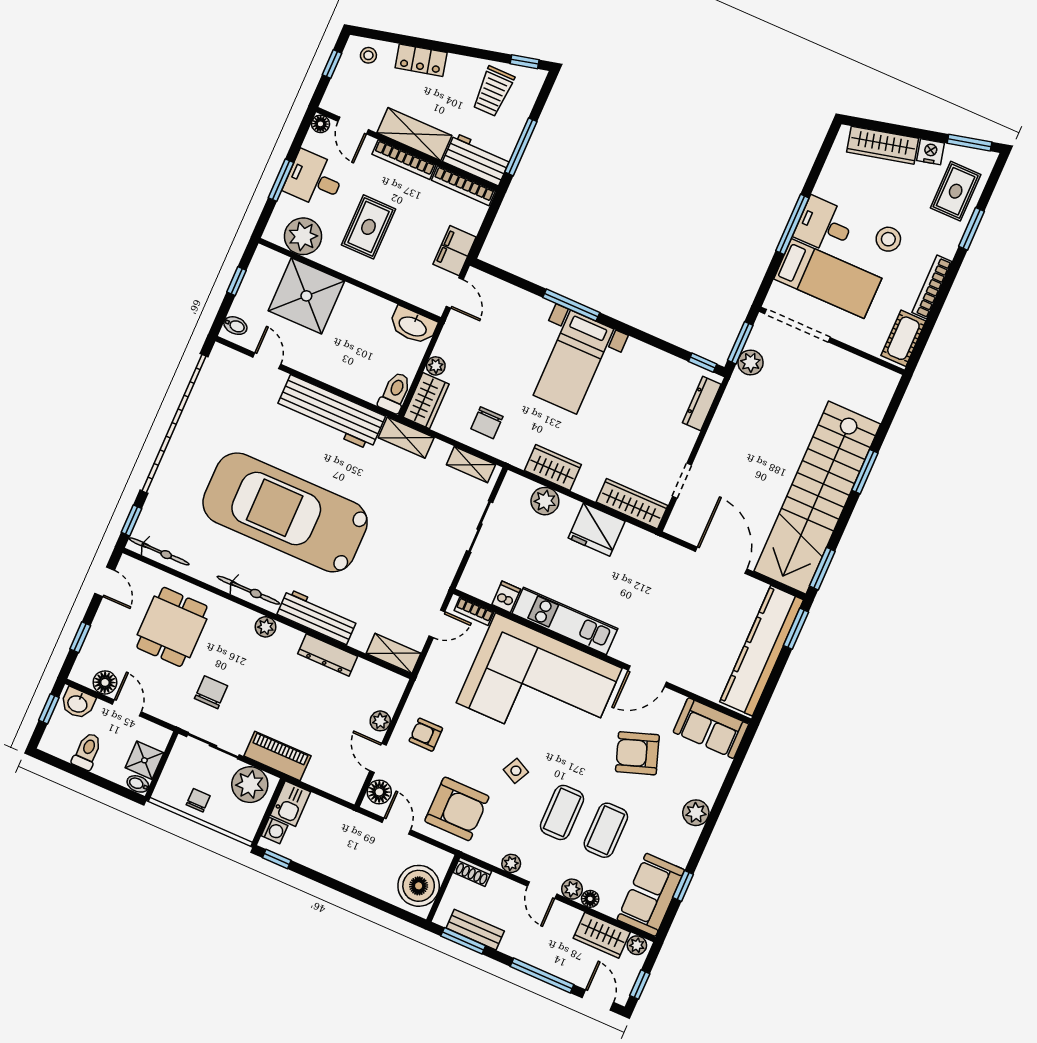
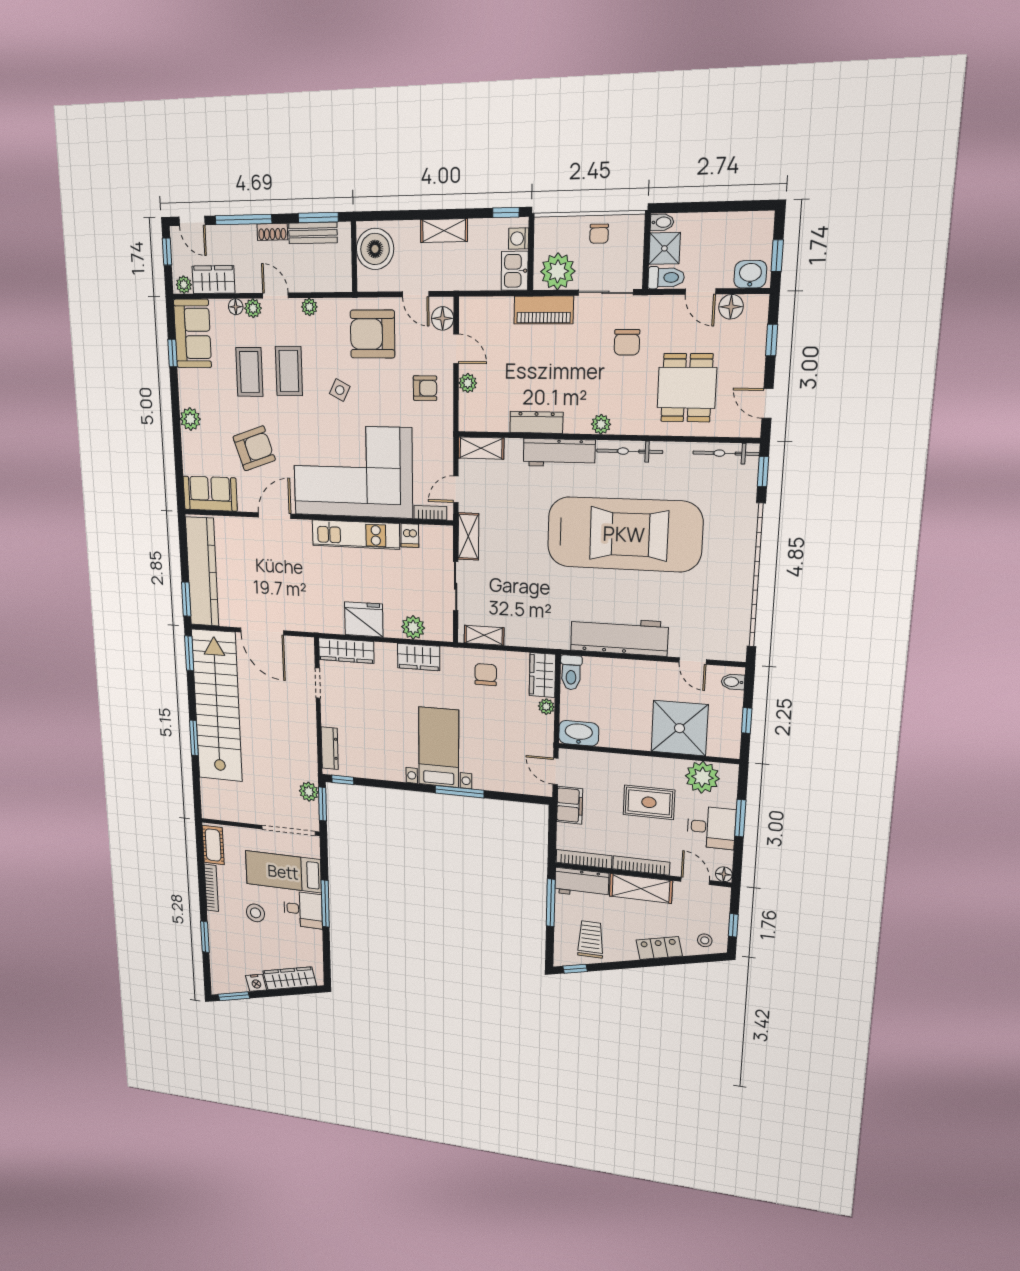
rug: (956, 191) -> (227, 960), removed
rug: (368, 227) -> (649, 802), turned 90
shelving: (406, 438) -> (468, 536), moved, turned 90
toilet: (87, 751) -> (666, 278), moved, turned -90
shelving: (343, 871) -> (444, 231), added
shoe rack: (472, 872) -> (272, 232), moved, turned 180

